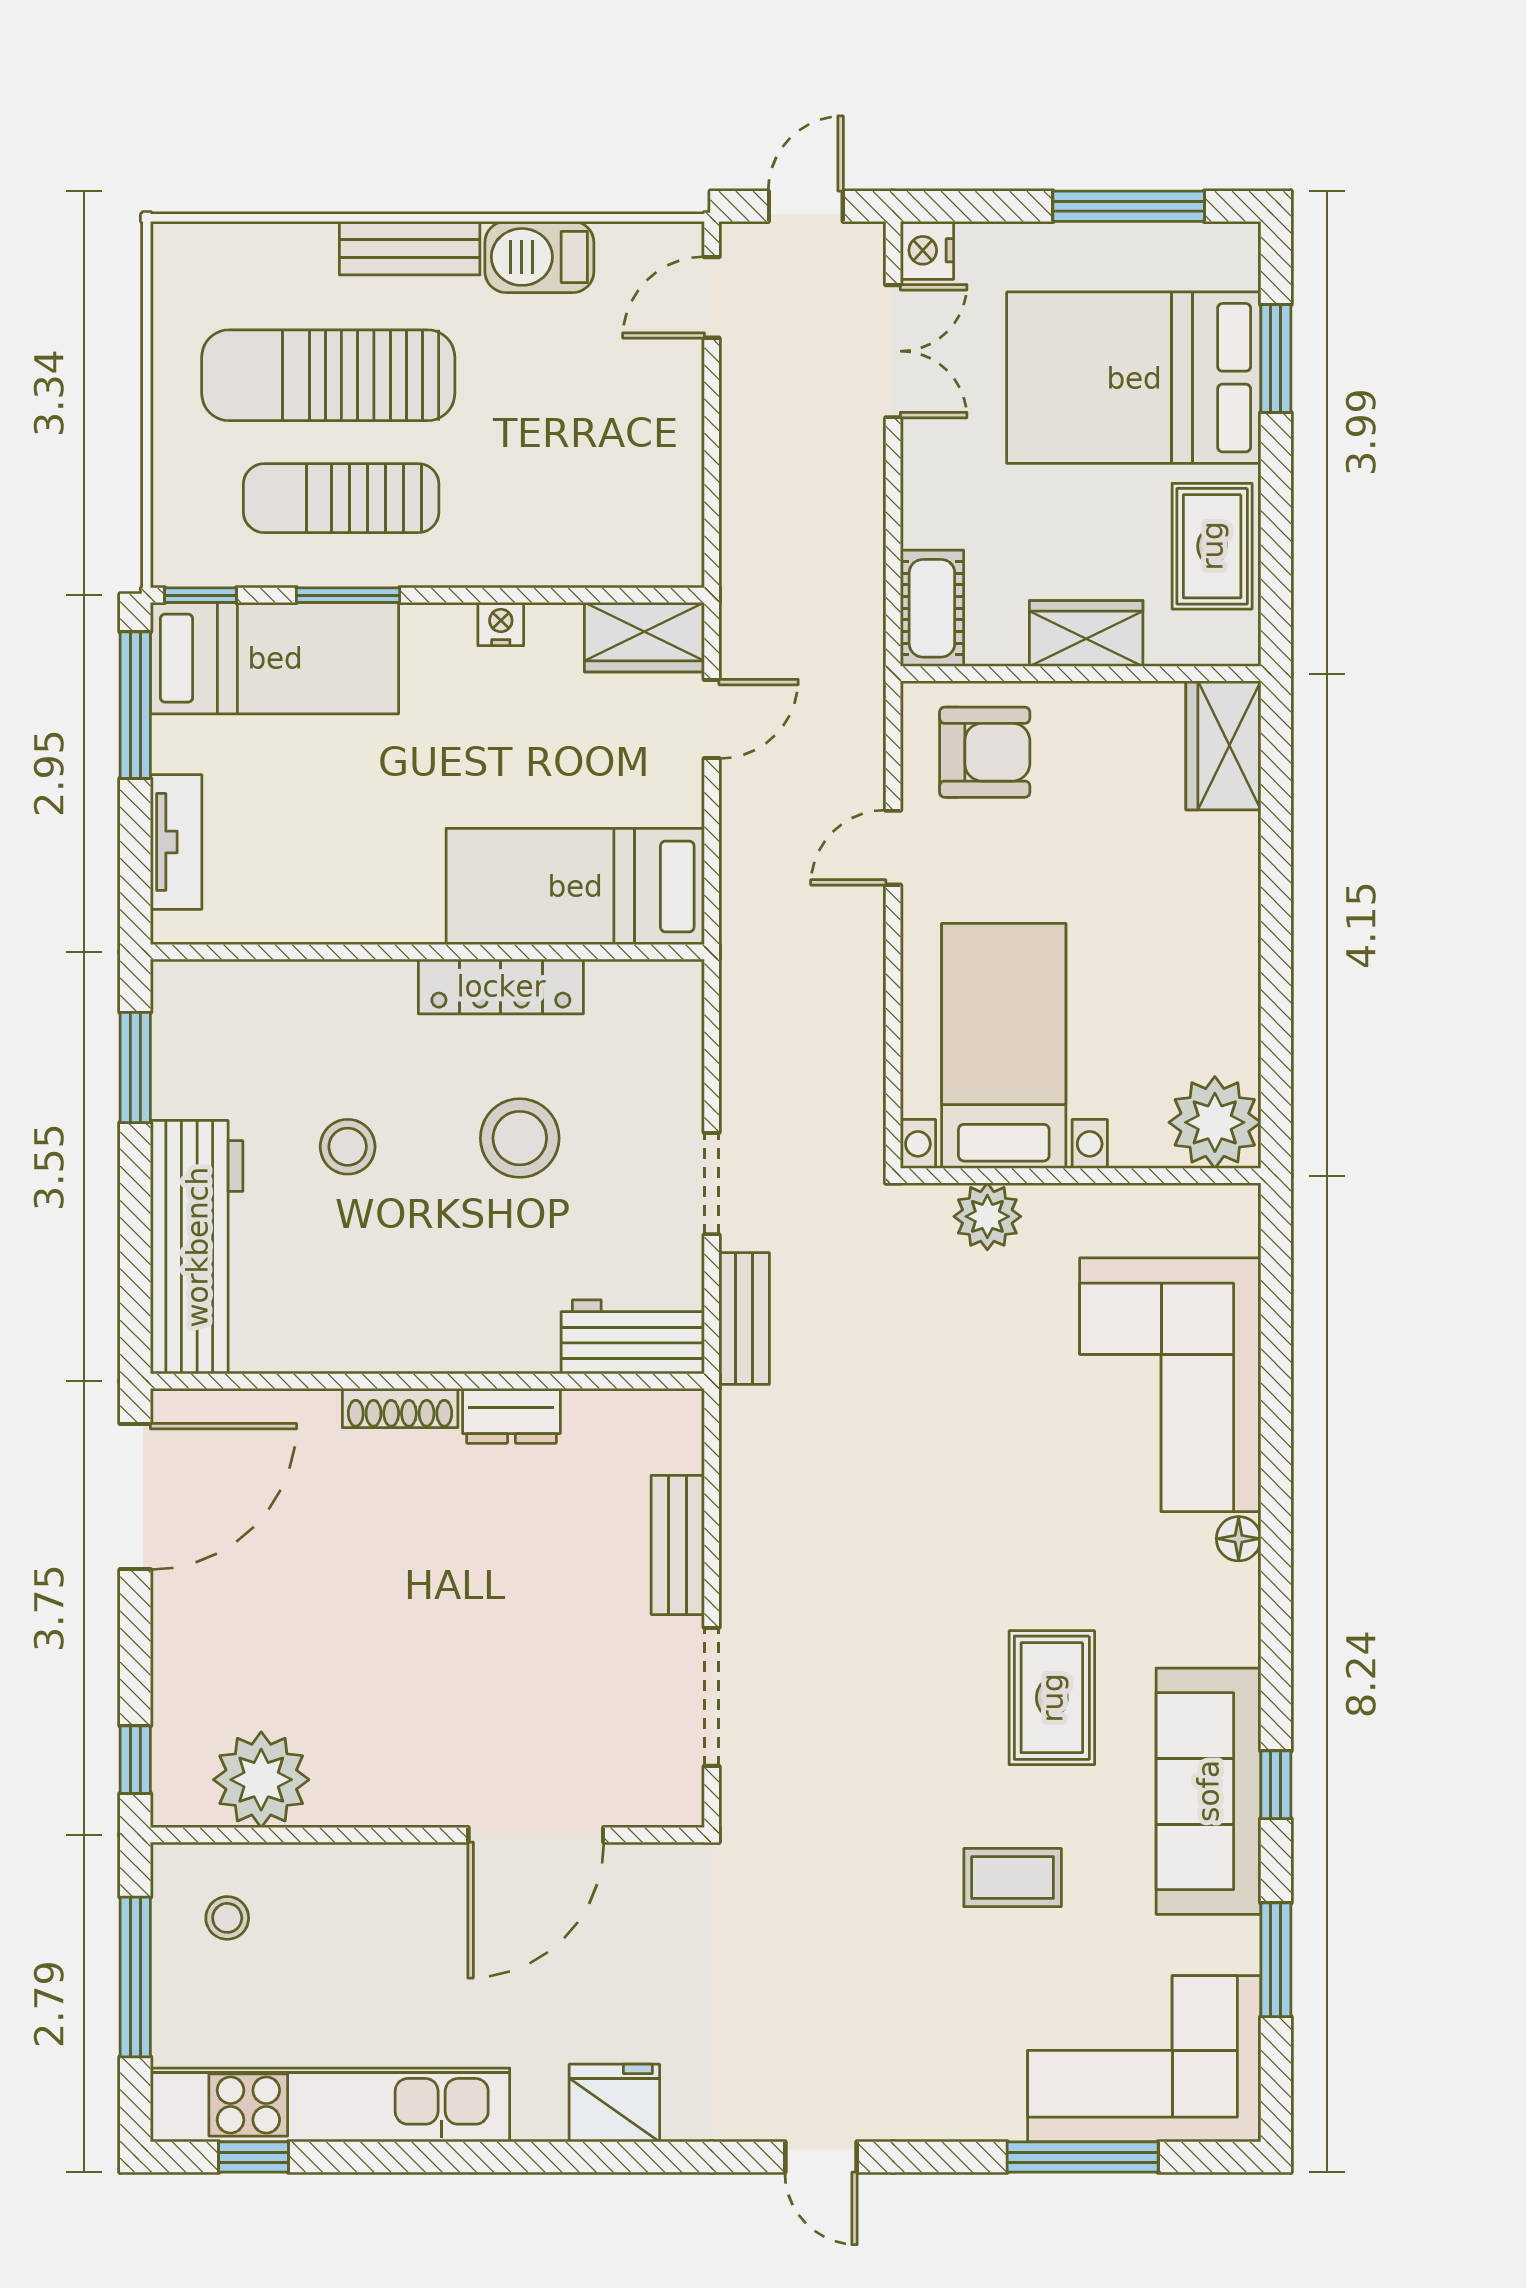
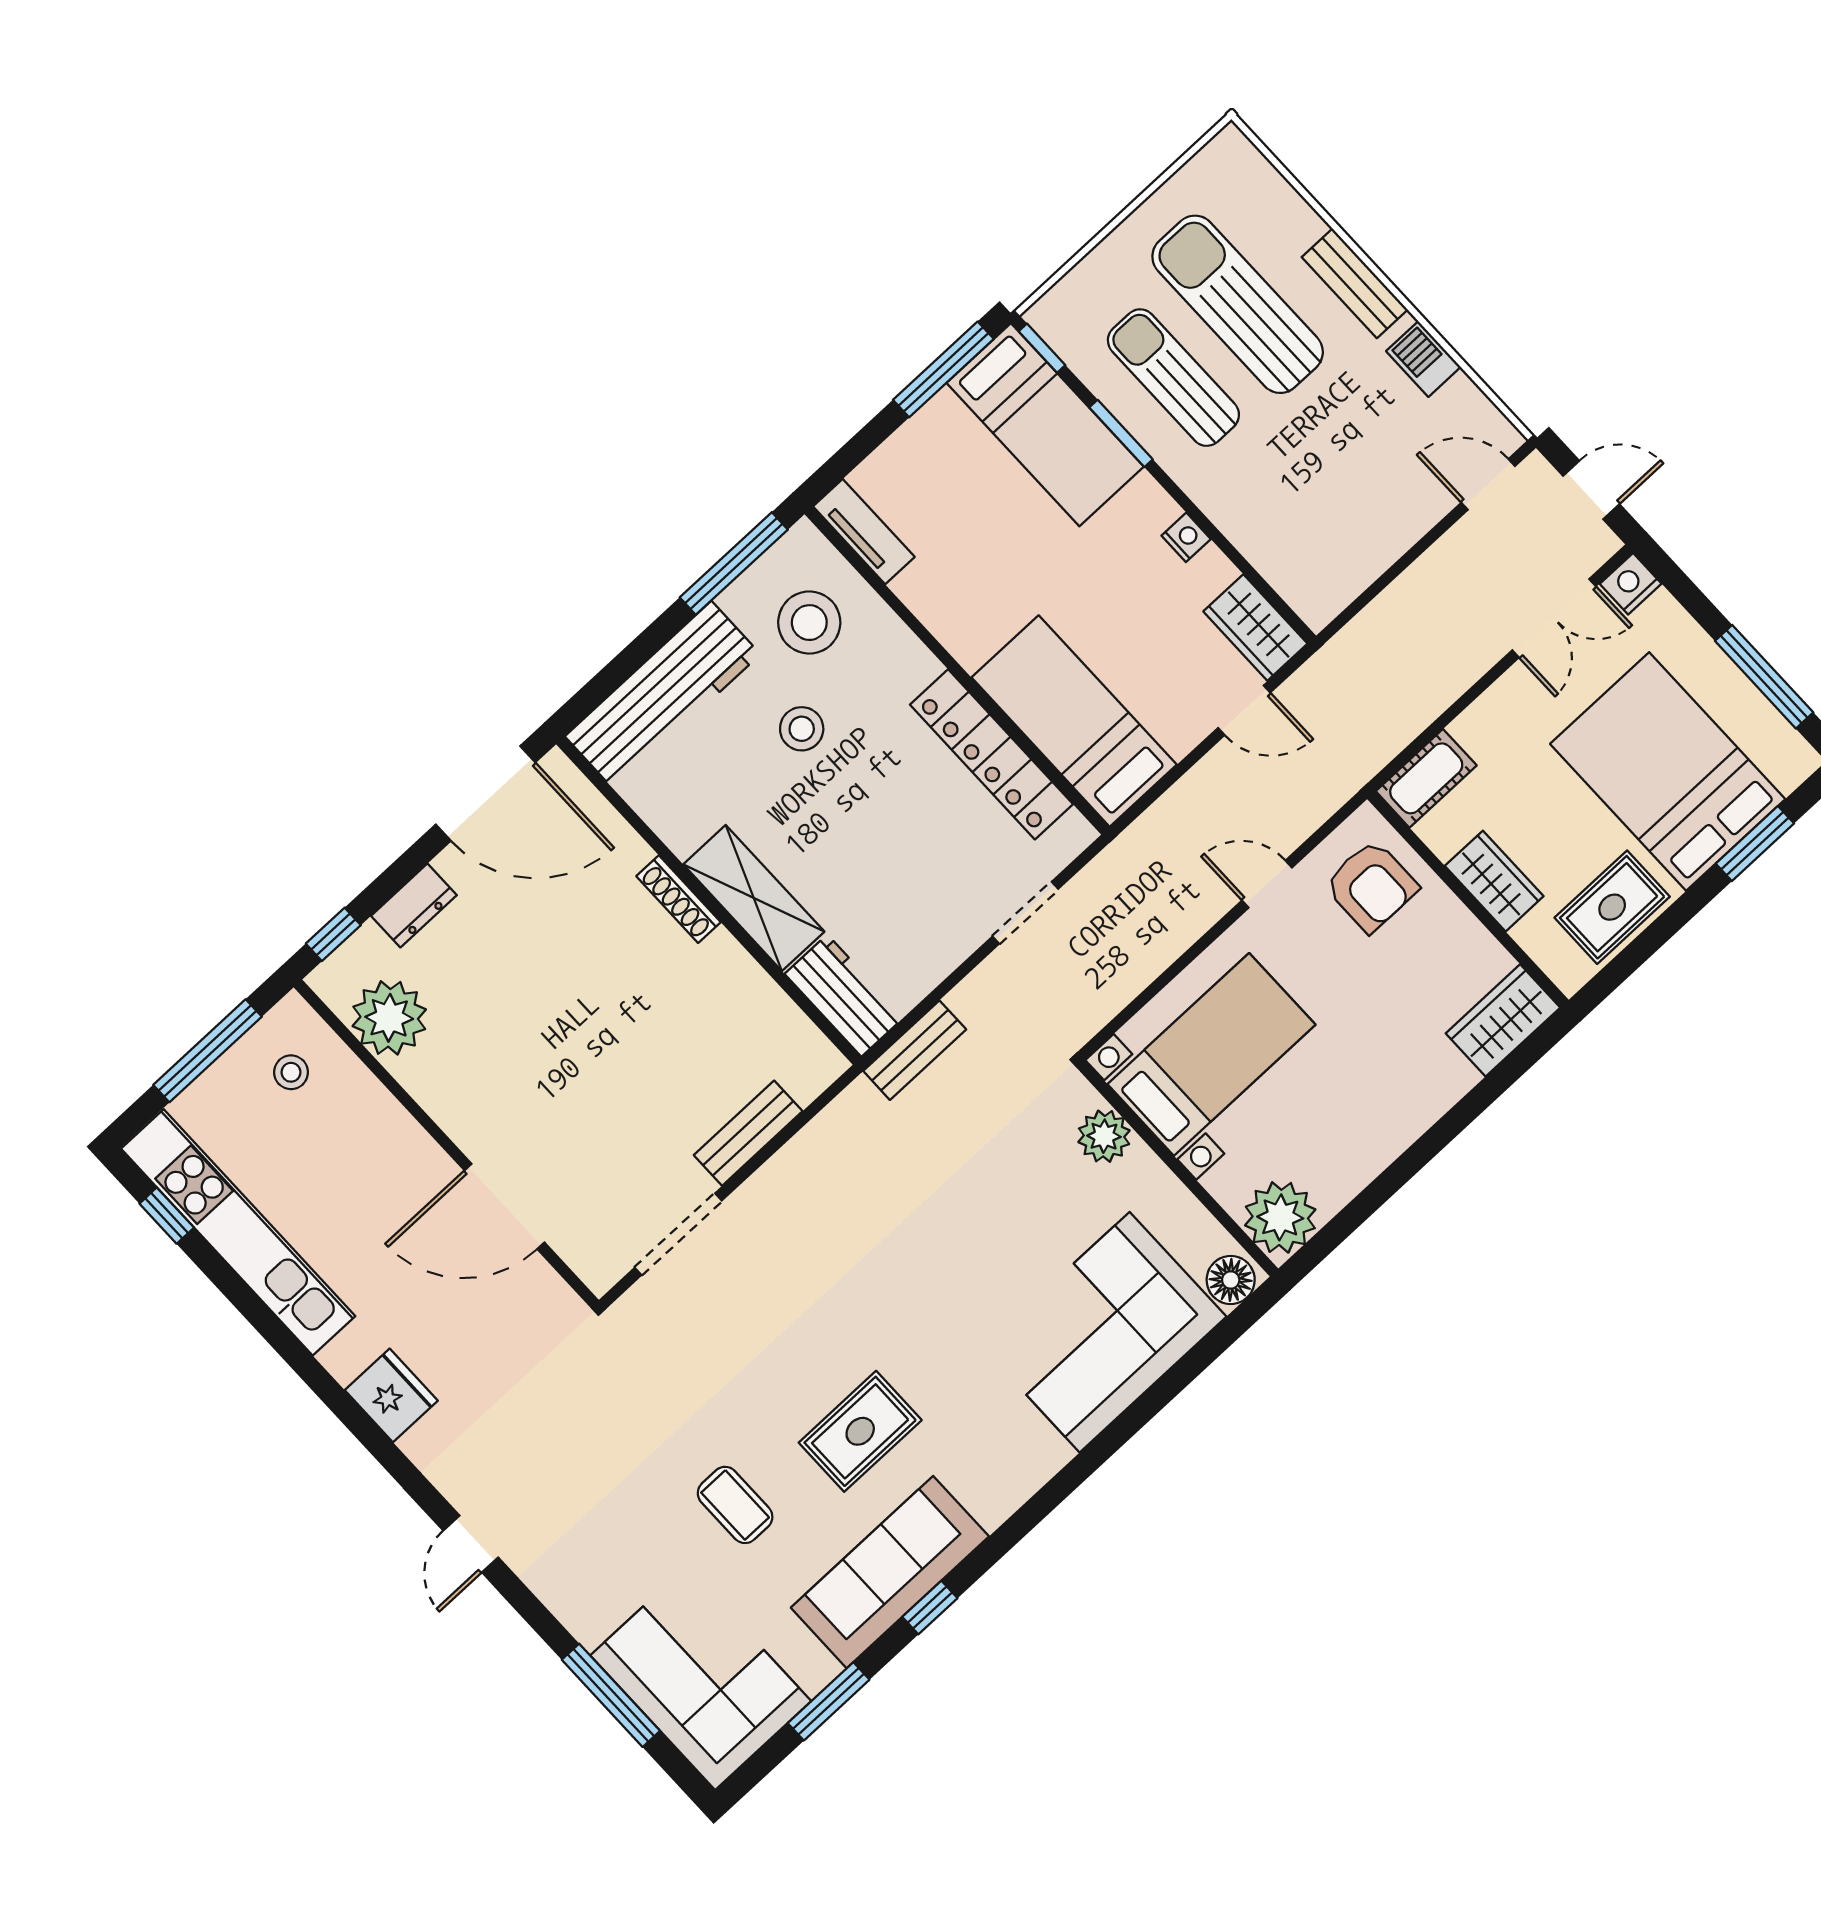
barbecue: (539, 257) -> (1423, 359), width x0.73, depth x0.79
tv unit: (176, 842) -> (864, 532), moved, turned -90
locker: (501, 986) -> (991, 754), width x1.41, depth x1.21
window: (135, 1067) -> (734, 564), width x1.44
stool: (520, 1138) -> (809, 623), moved
doorway: (712, 1184) -> (1025, 913), moved
shelving: (464, 1337) -> (754, 898), added
dresser: (511, 1416) -> (414, 905), moved, turned -90
floor lamp: (1239, 1539) -> (1231, 1280), moved, width x1.37, depth x1.37

